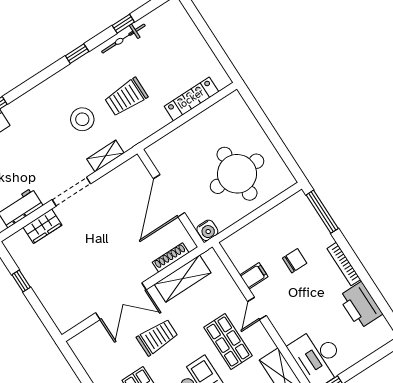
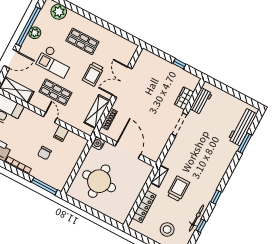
stool: (82, 119) -> (167, 229), moved
shelving: (105, 156) -> (160, 176), moved

